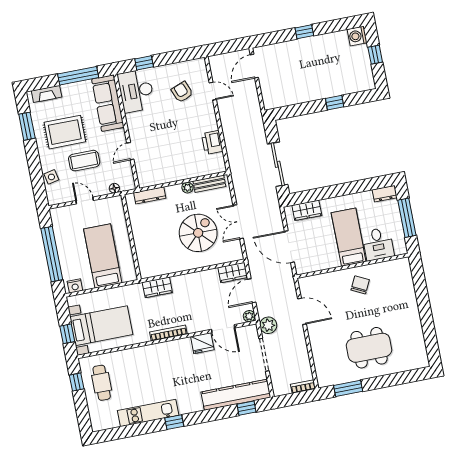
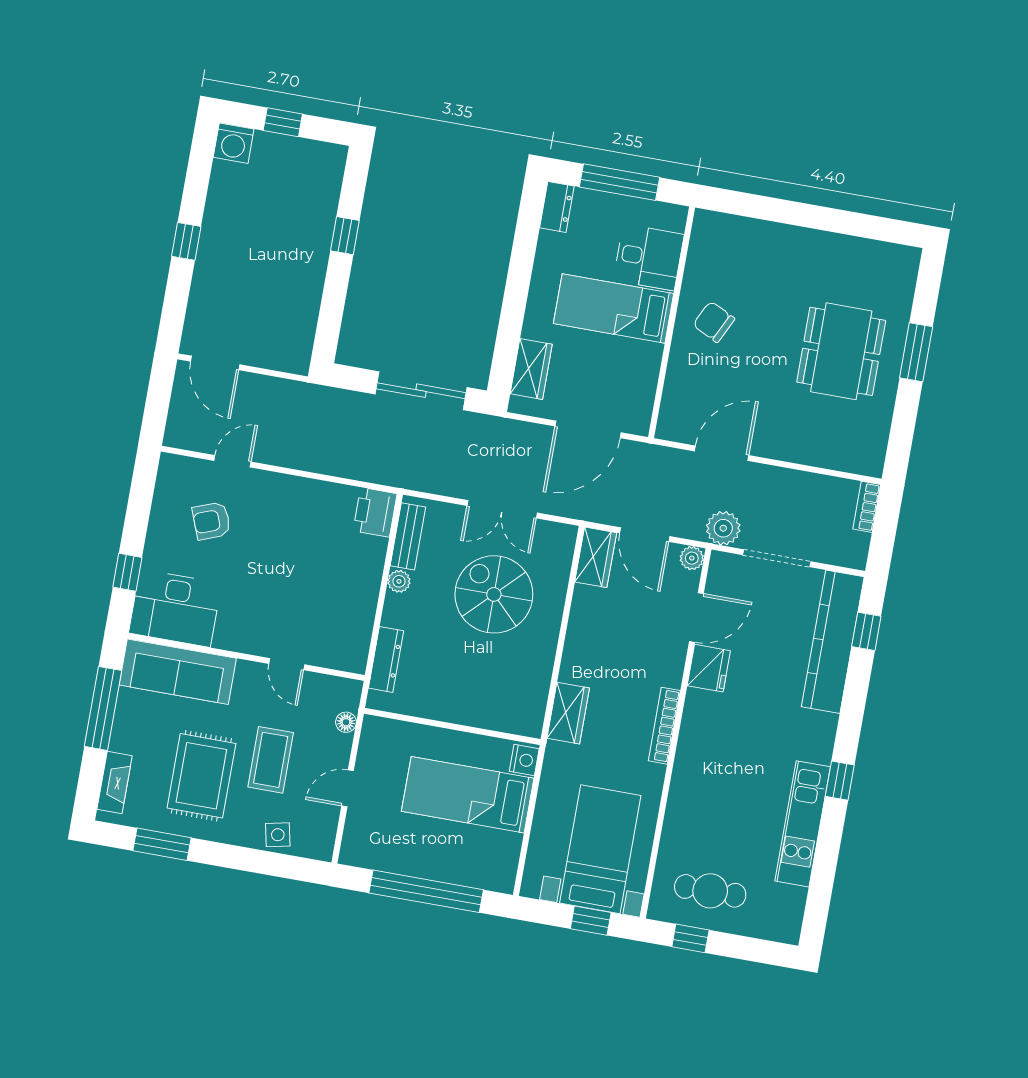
printer: (212, 142) -> (375, 512), moved, turned 90
nightstand: (75, 286) -> (524, 760), moved
window: (348, 388) -> (916, 352), moved

